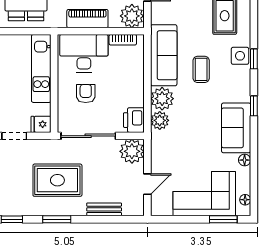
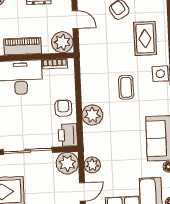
sofa: (164, 55) -> (92, 76), removed
armchair: (86, 94) -> (63, 108), moved
plant: (160, 120) -> (92, 165), moved

